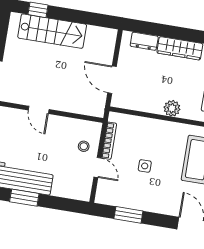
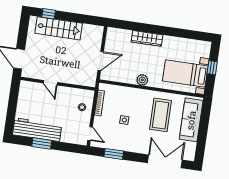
dresser: (144, 41) -> (122, 34), removed
door: (112, 80) -> (101, 61), swing flipped
door: (97, 168) -> (90, 134), moved

